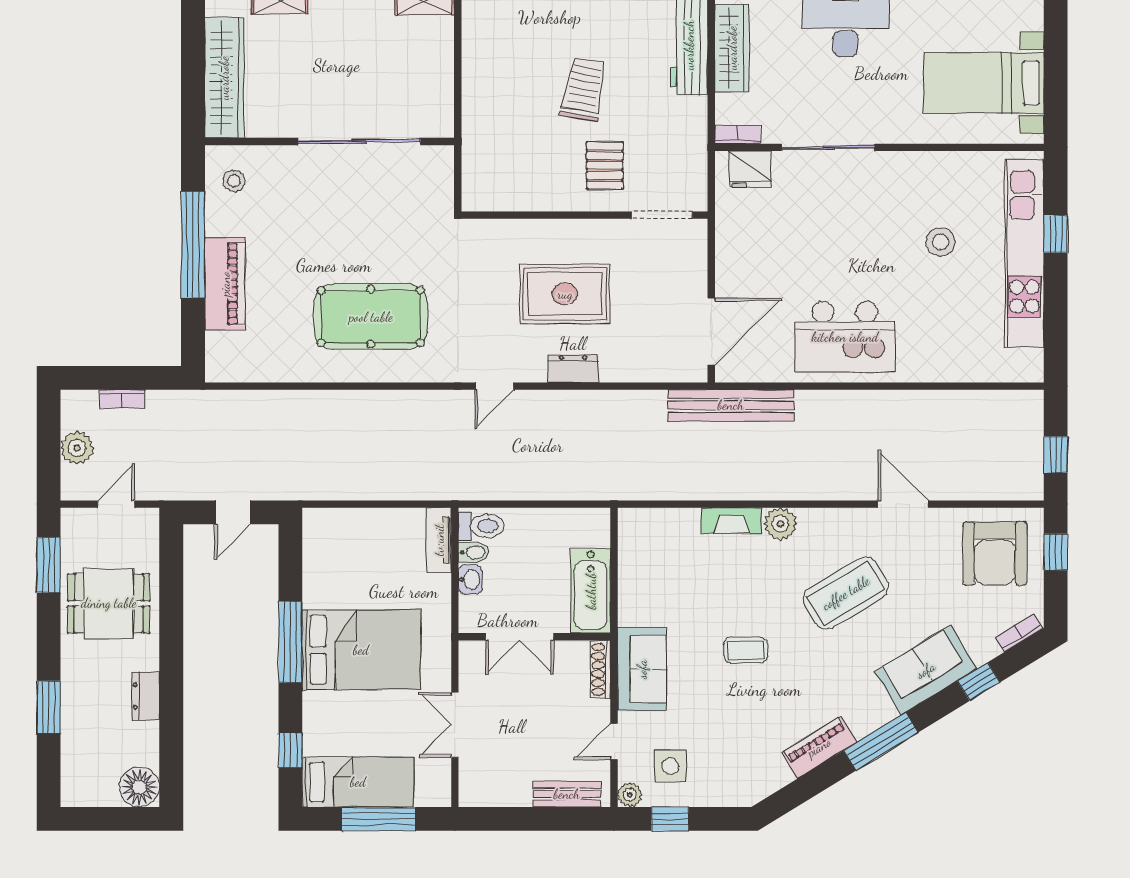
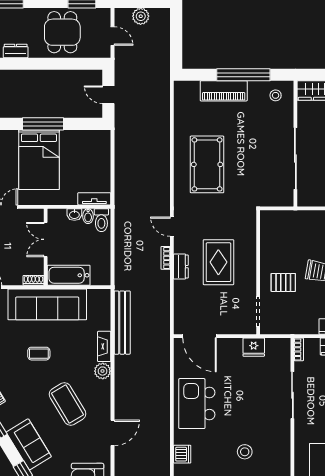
fridge: (750, 169) -> (254, 347), moved, turned -90
dishwasher: (945, 366) -> (182, 454), added
bookcase: (122, 399) -> (166, 258), moved
bench: (731, 405) -> (122, 323), moved
coffee table: (746, 650) -> (39, 354), turned 90
shoe rack: (601, 669) -> (33, 280), width x0.70
sofa: (642, 669) -> (47, 304), width x1.85, depth x1.27

